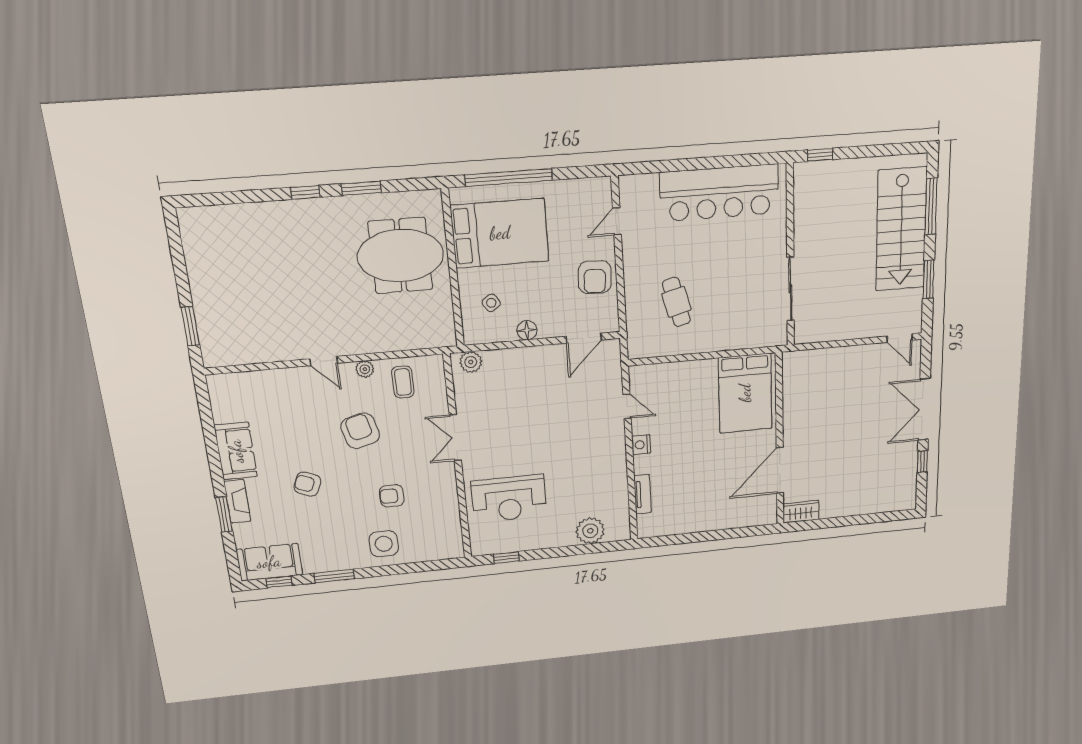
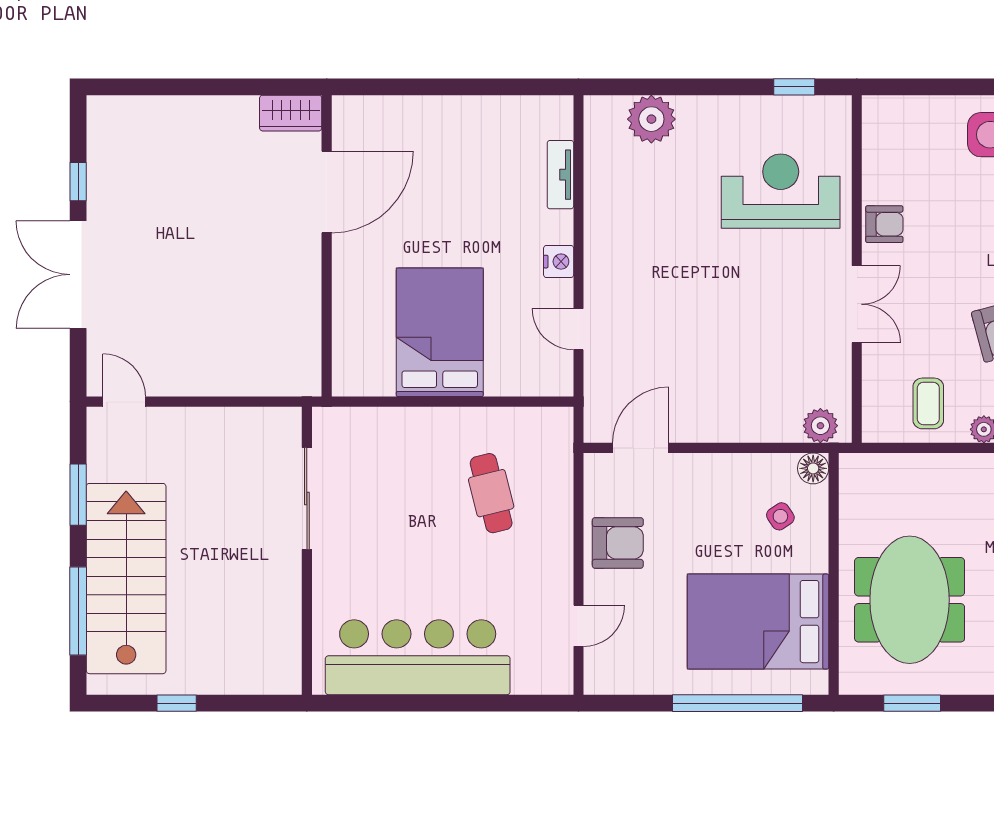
window: (820, 155) -> (177, 703), moved
window: (361, 188) -> (912, 703), moved
meeting table: (400, 256) -> (910, 600), turned 90
armchair: (595, 277) -> (618, 543), turned 87
floor lamp: (527, 330) -> (813, 468), moved
bed: (745, 393) -> (440, 332), moved
double door: (924, 410) -> (78, 275), swing flipped
armchair: (392, 496) -> (884, 224), moved

